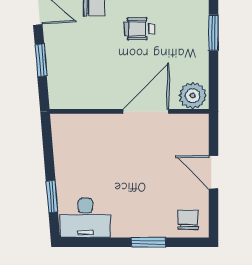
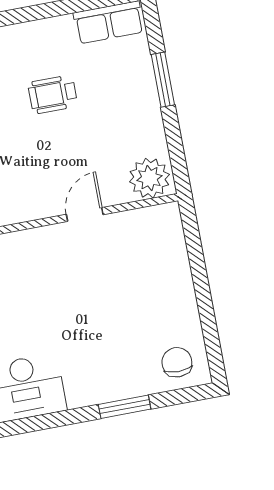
door: (146, 111) -> (85, 214), width x0.53
door: (214, 172) -> (202, 286), removed

